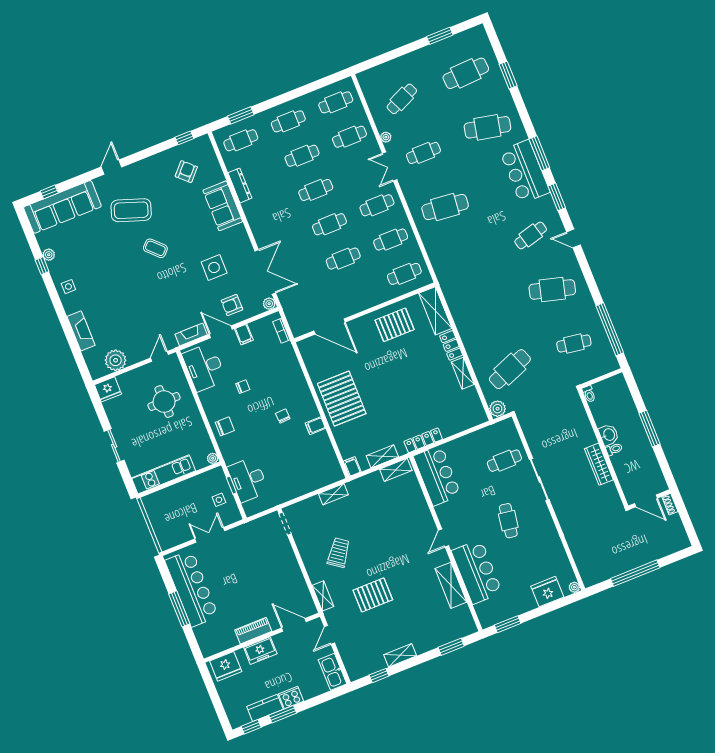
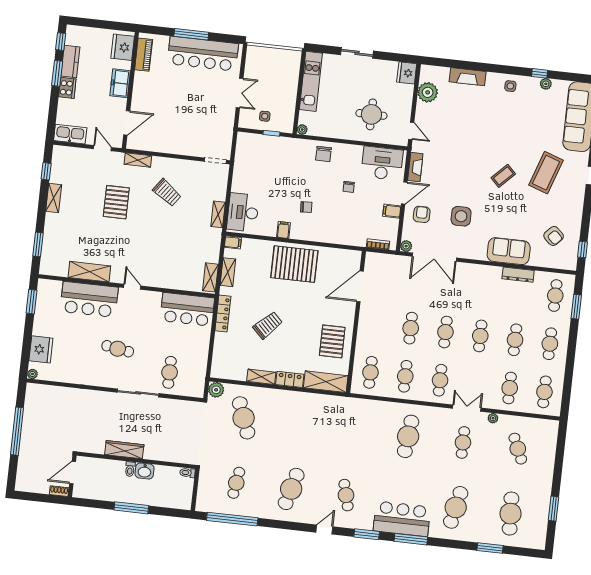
trolley: (412, 393) -> (268, 325), added
desk: (248, 479) -> (243, 212), moved, turned -90
piano: (253, 631) -> (144, 55), moved

